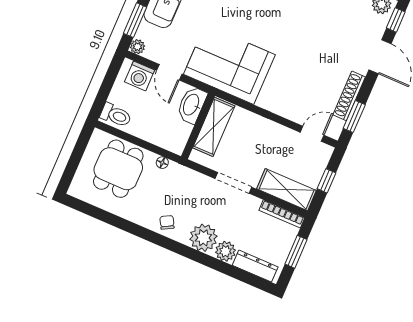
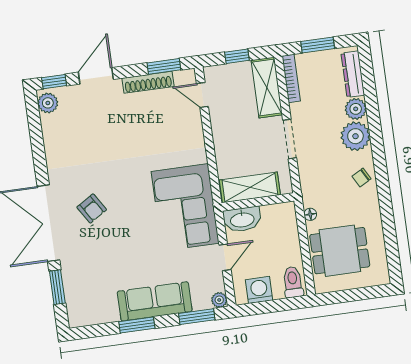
washing machine: (140, 76) -> (259, 290), moved, turned -90

